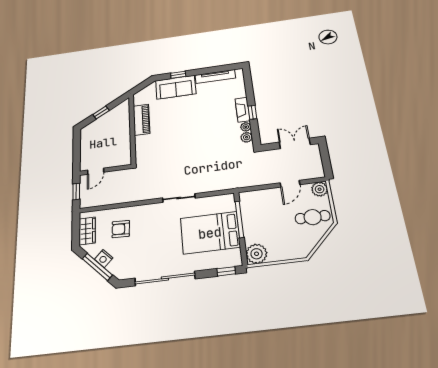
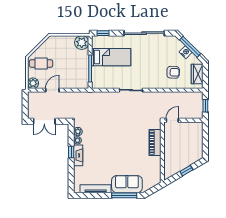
window: (178, 75) -> (124, 195), width x2.17
piano: (141, 120) -> (155, 142), moved
door: (96, 171) -> (172, 120), moved
bed: (210, 233) -> (111, 57), width x0.67

